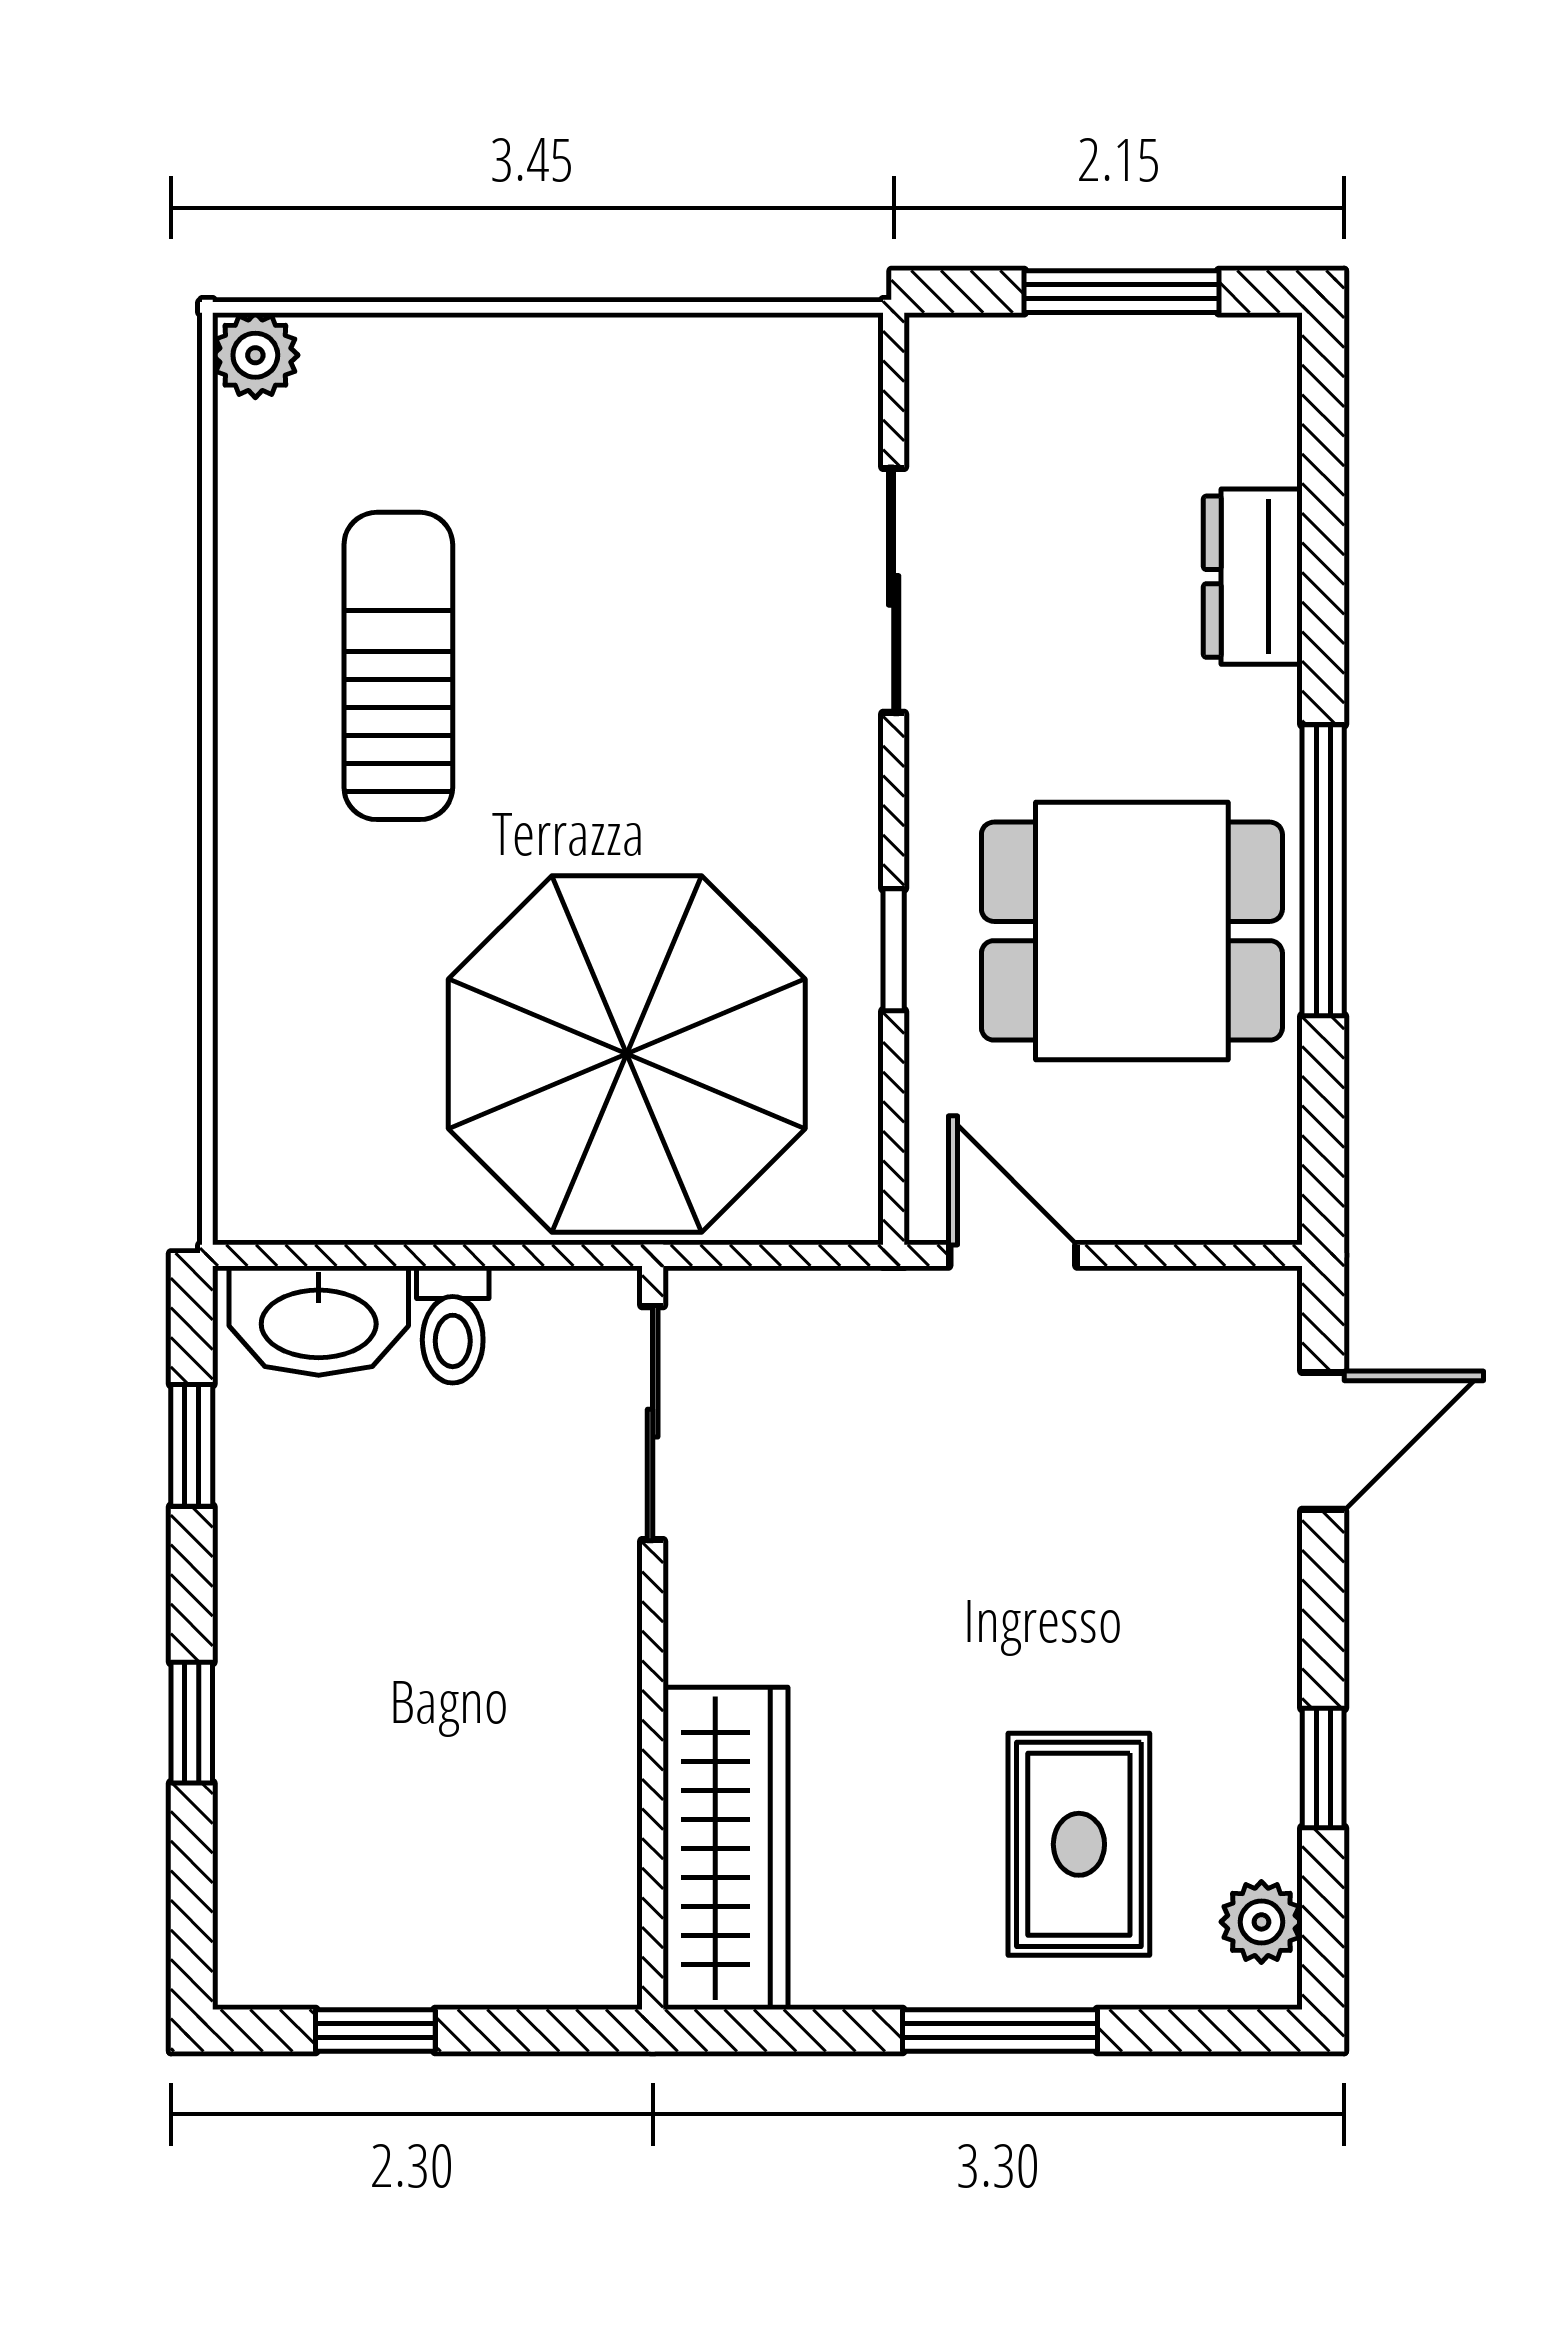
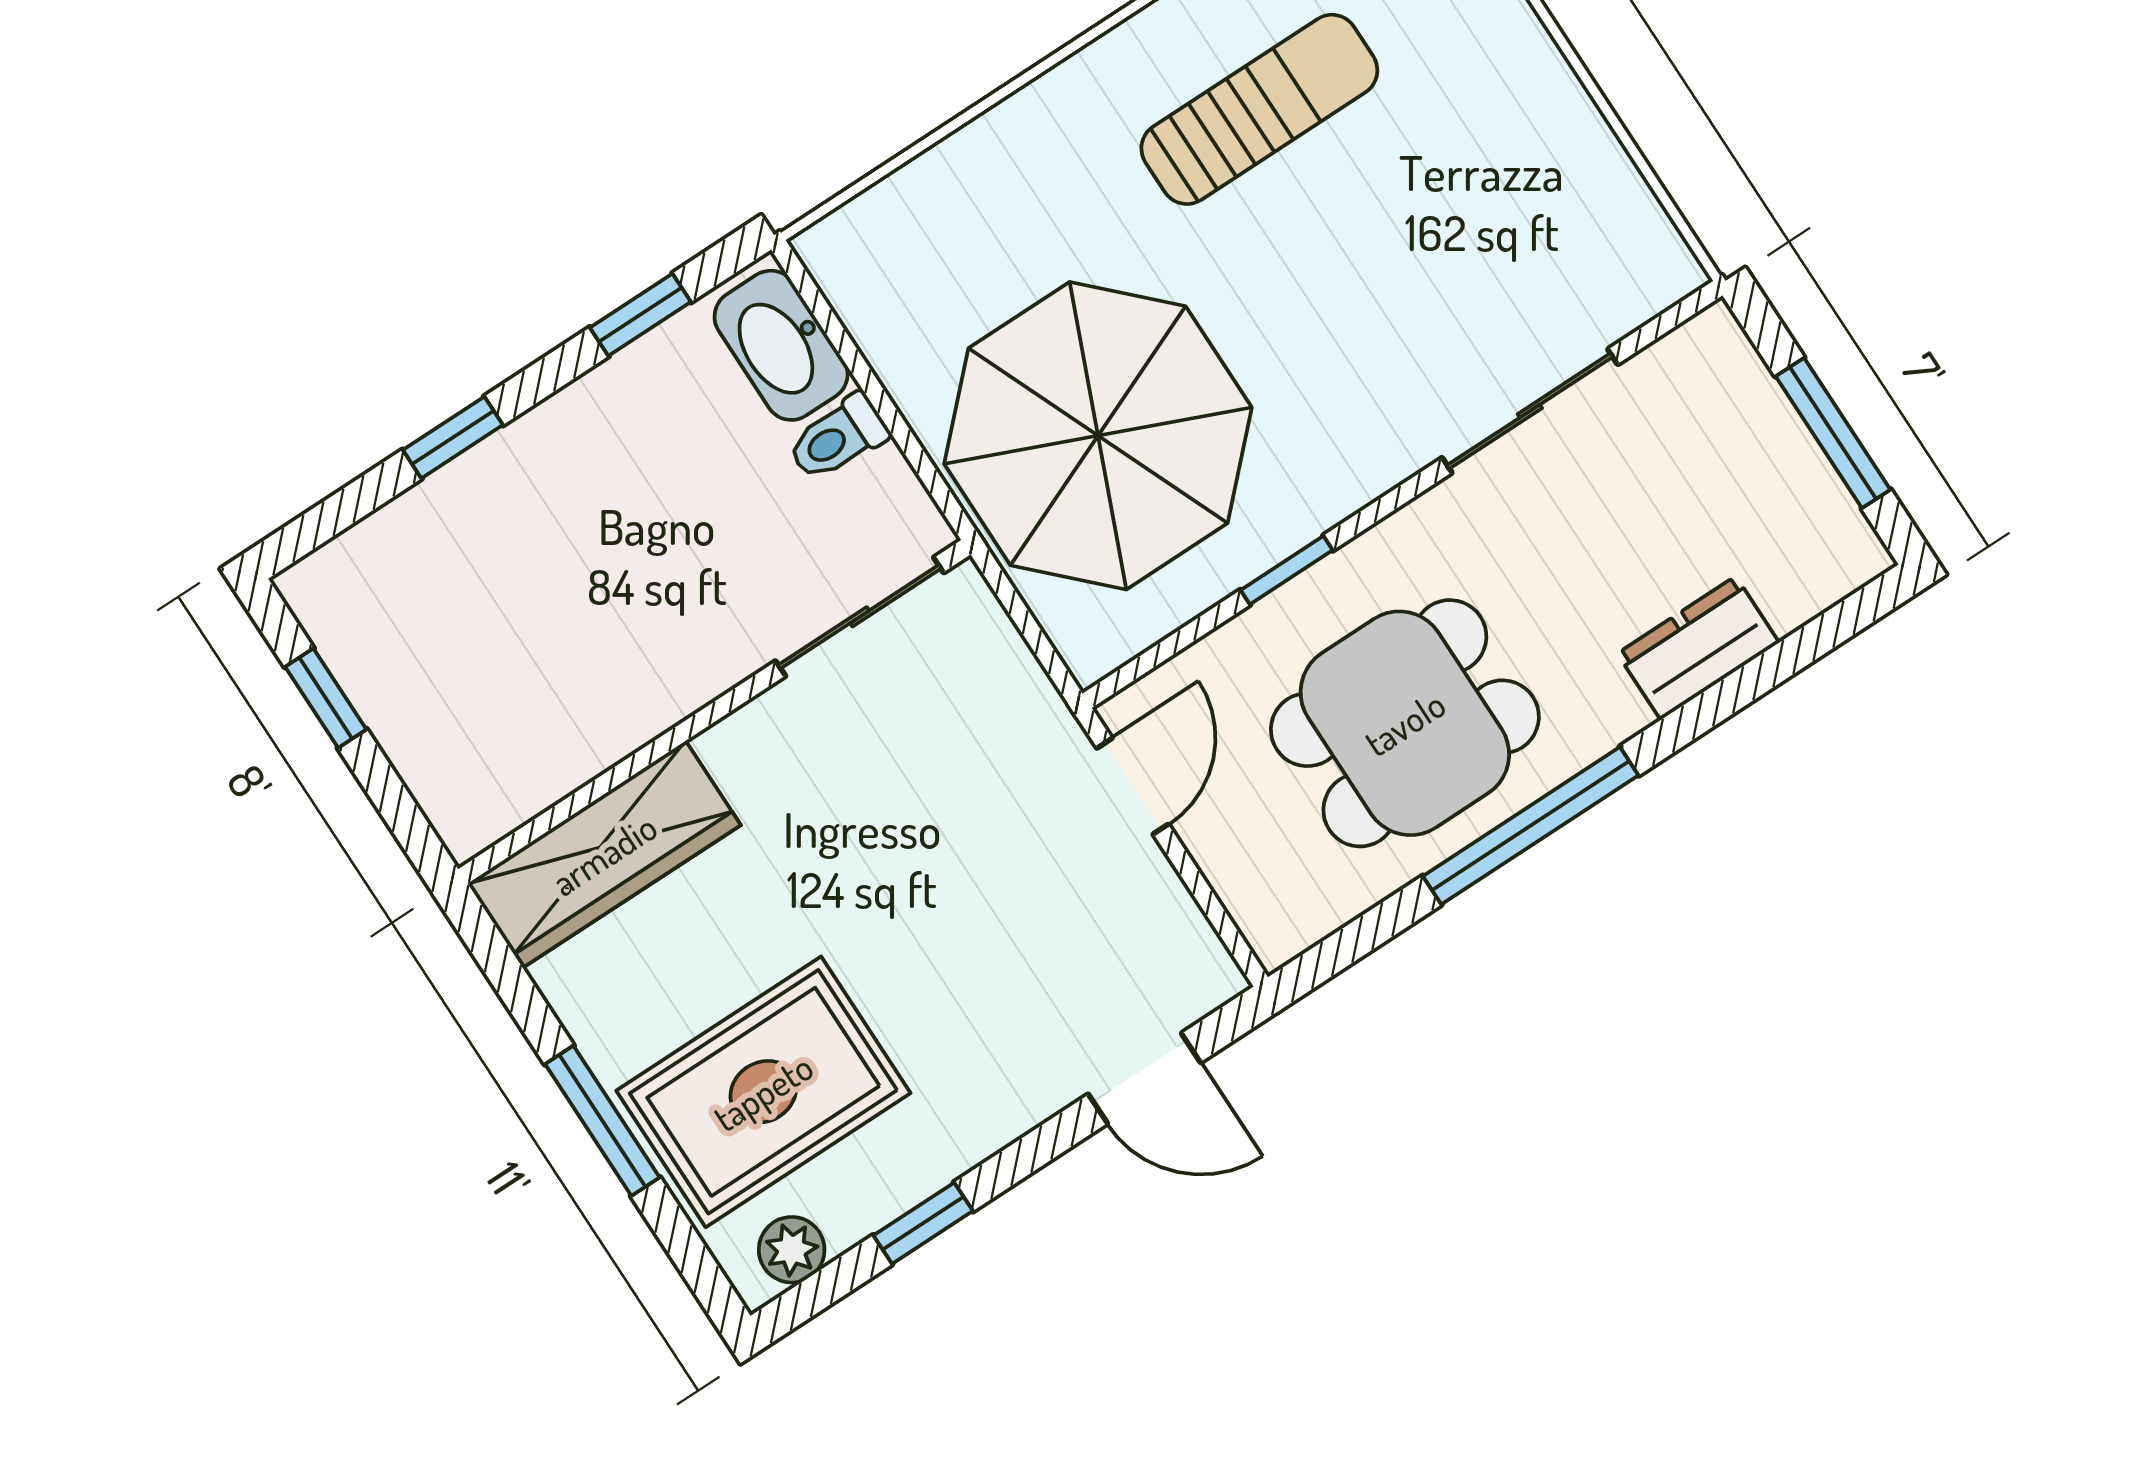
dining table: (1132, 931) -> (1405, 723), turned 90
rug: (1079, 1844) -> (763, 1092), width x1.36, depth x1.43

